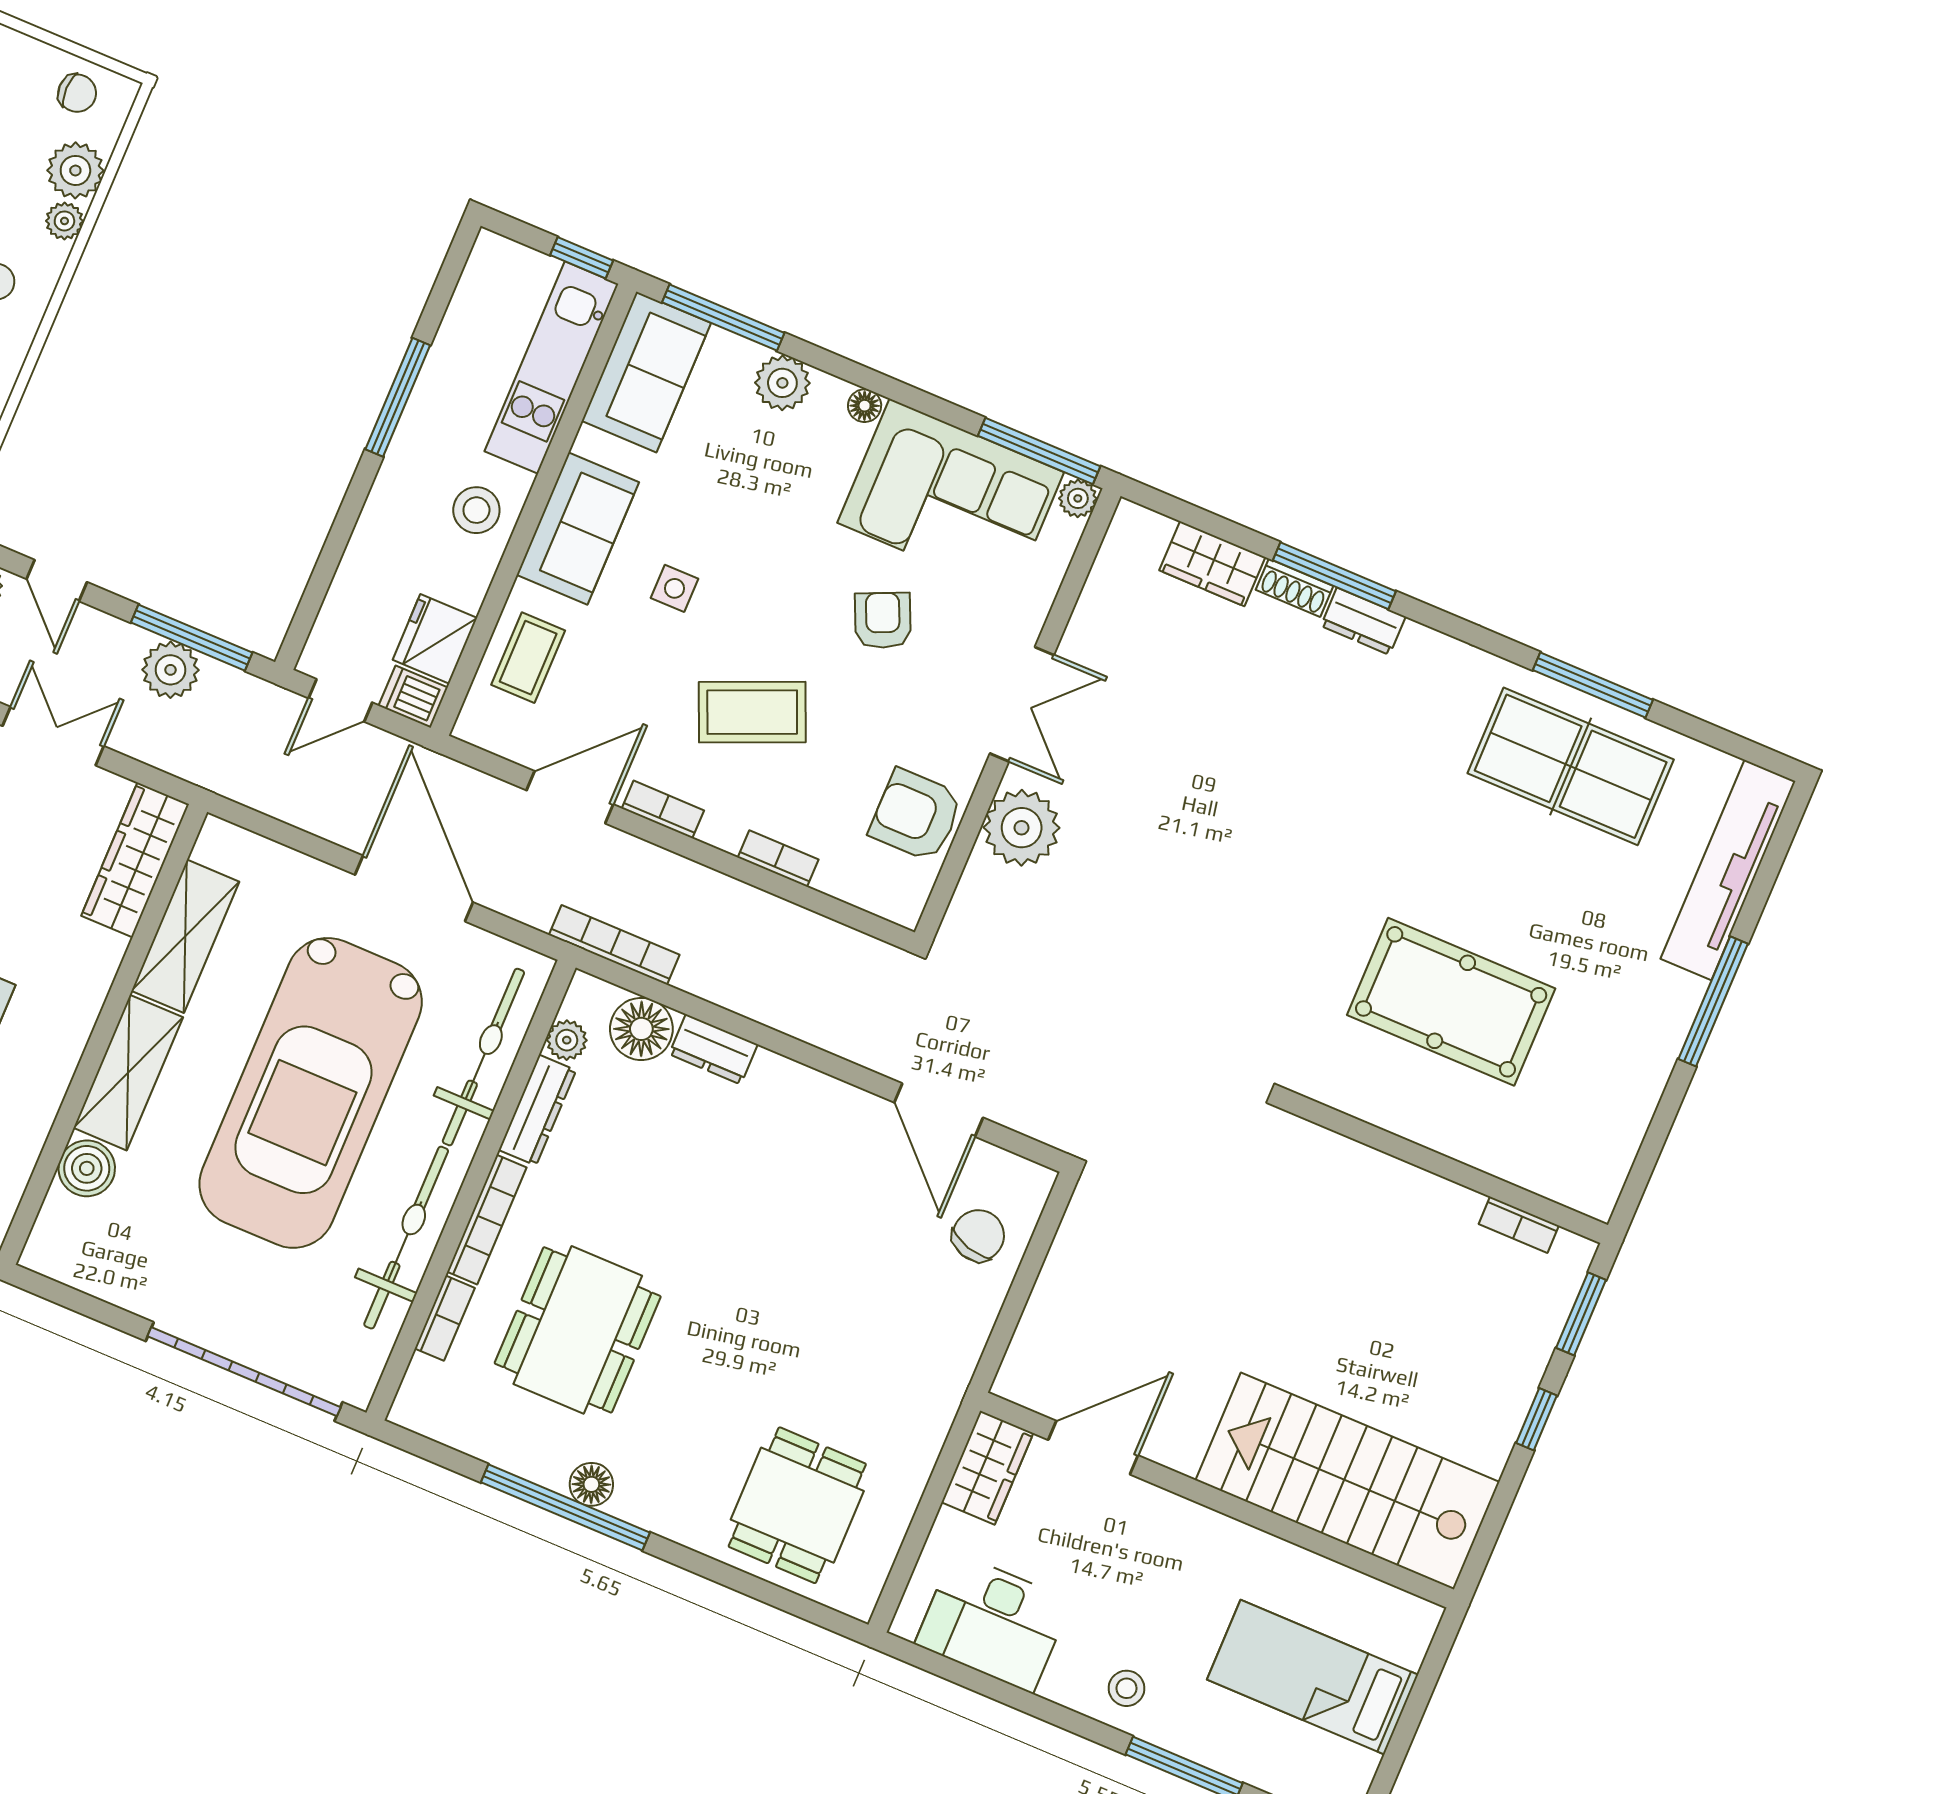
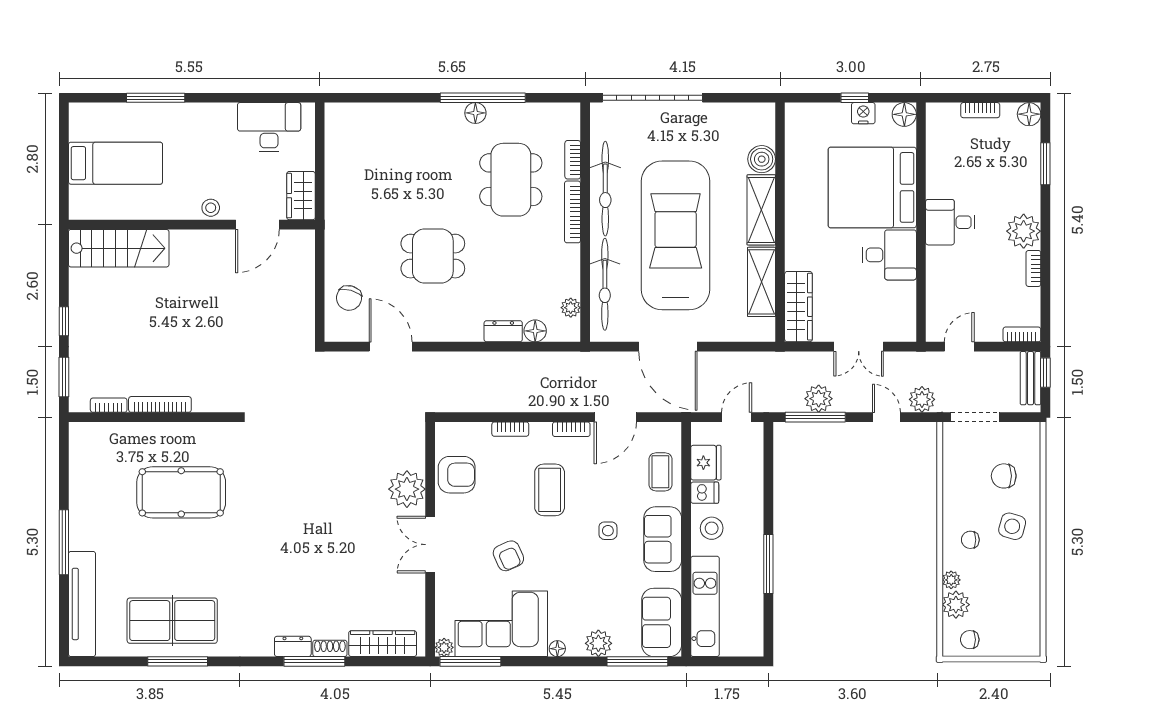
window: (582, 258) -> (712, 661), removed
wardrobe: (1212, 564) -> (383, 644), width x1.50
dishwasher: (413, 697) -> (705, 493), moved
coffee table: (752, 712) -> (550, 490), turned -67
bookcase: (614, 945) -> (160, 404), moved, turned 180
floor lamp: (641, 1029) -> (535, 331), width x0.73, depth x0.73
dresser: (537, 1110) -> (571, 271), removed
stairs: (1348, 1481) -> (119, 248), width x0.73, depth x0.66
dining table: (797, 1505) -> (433, 256), moved, turned 90
stool: (1127, 1688) -> (211, 208), moved

